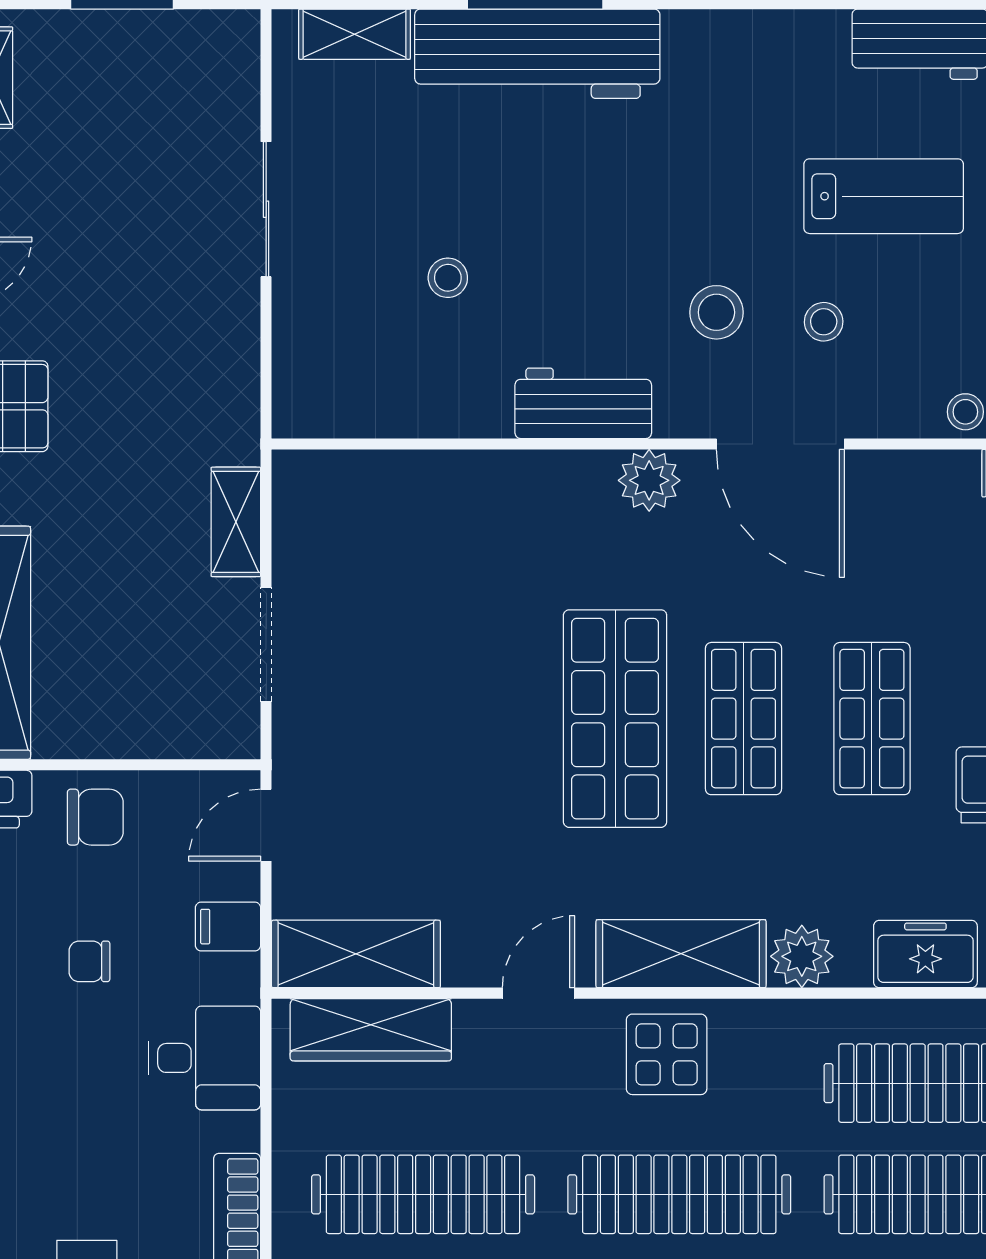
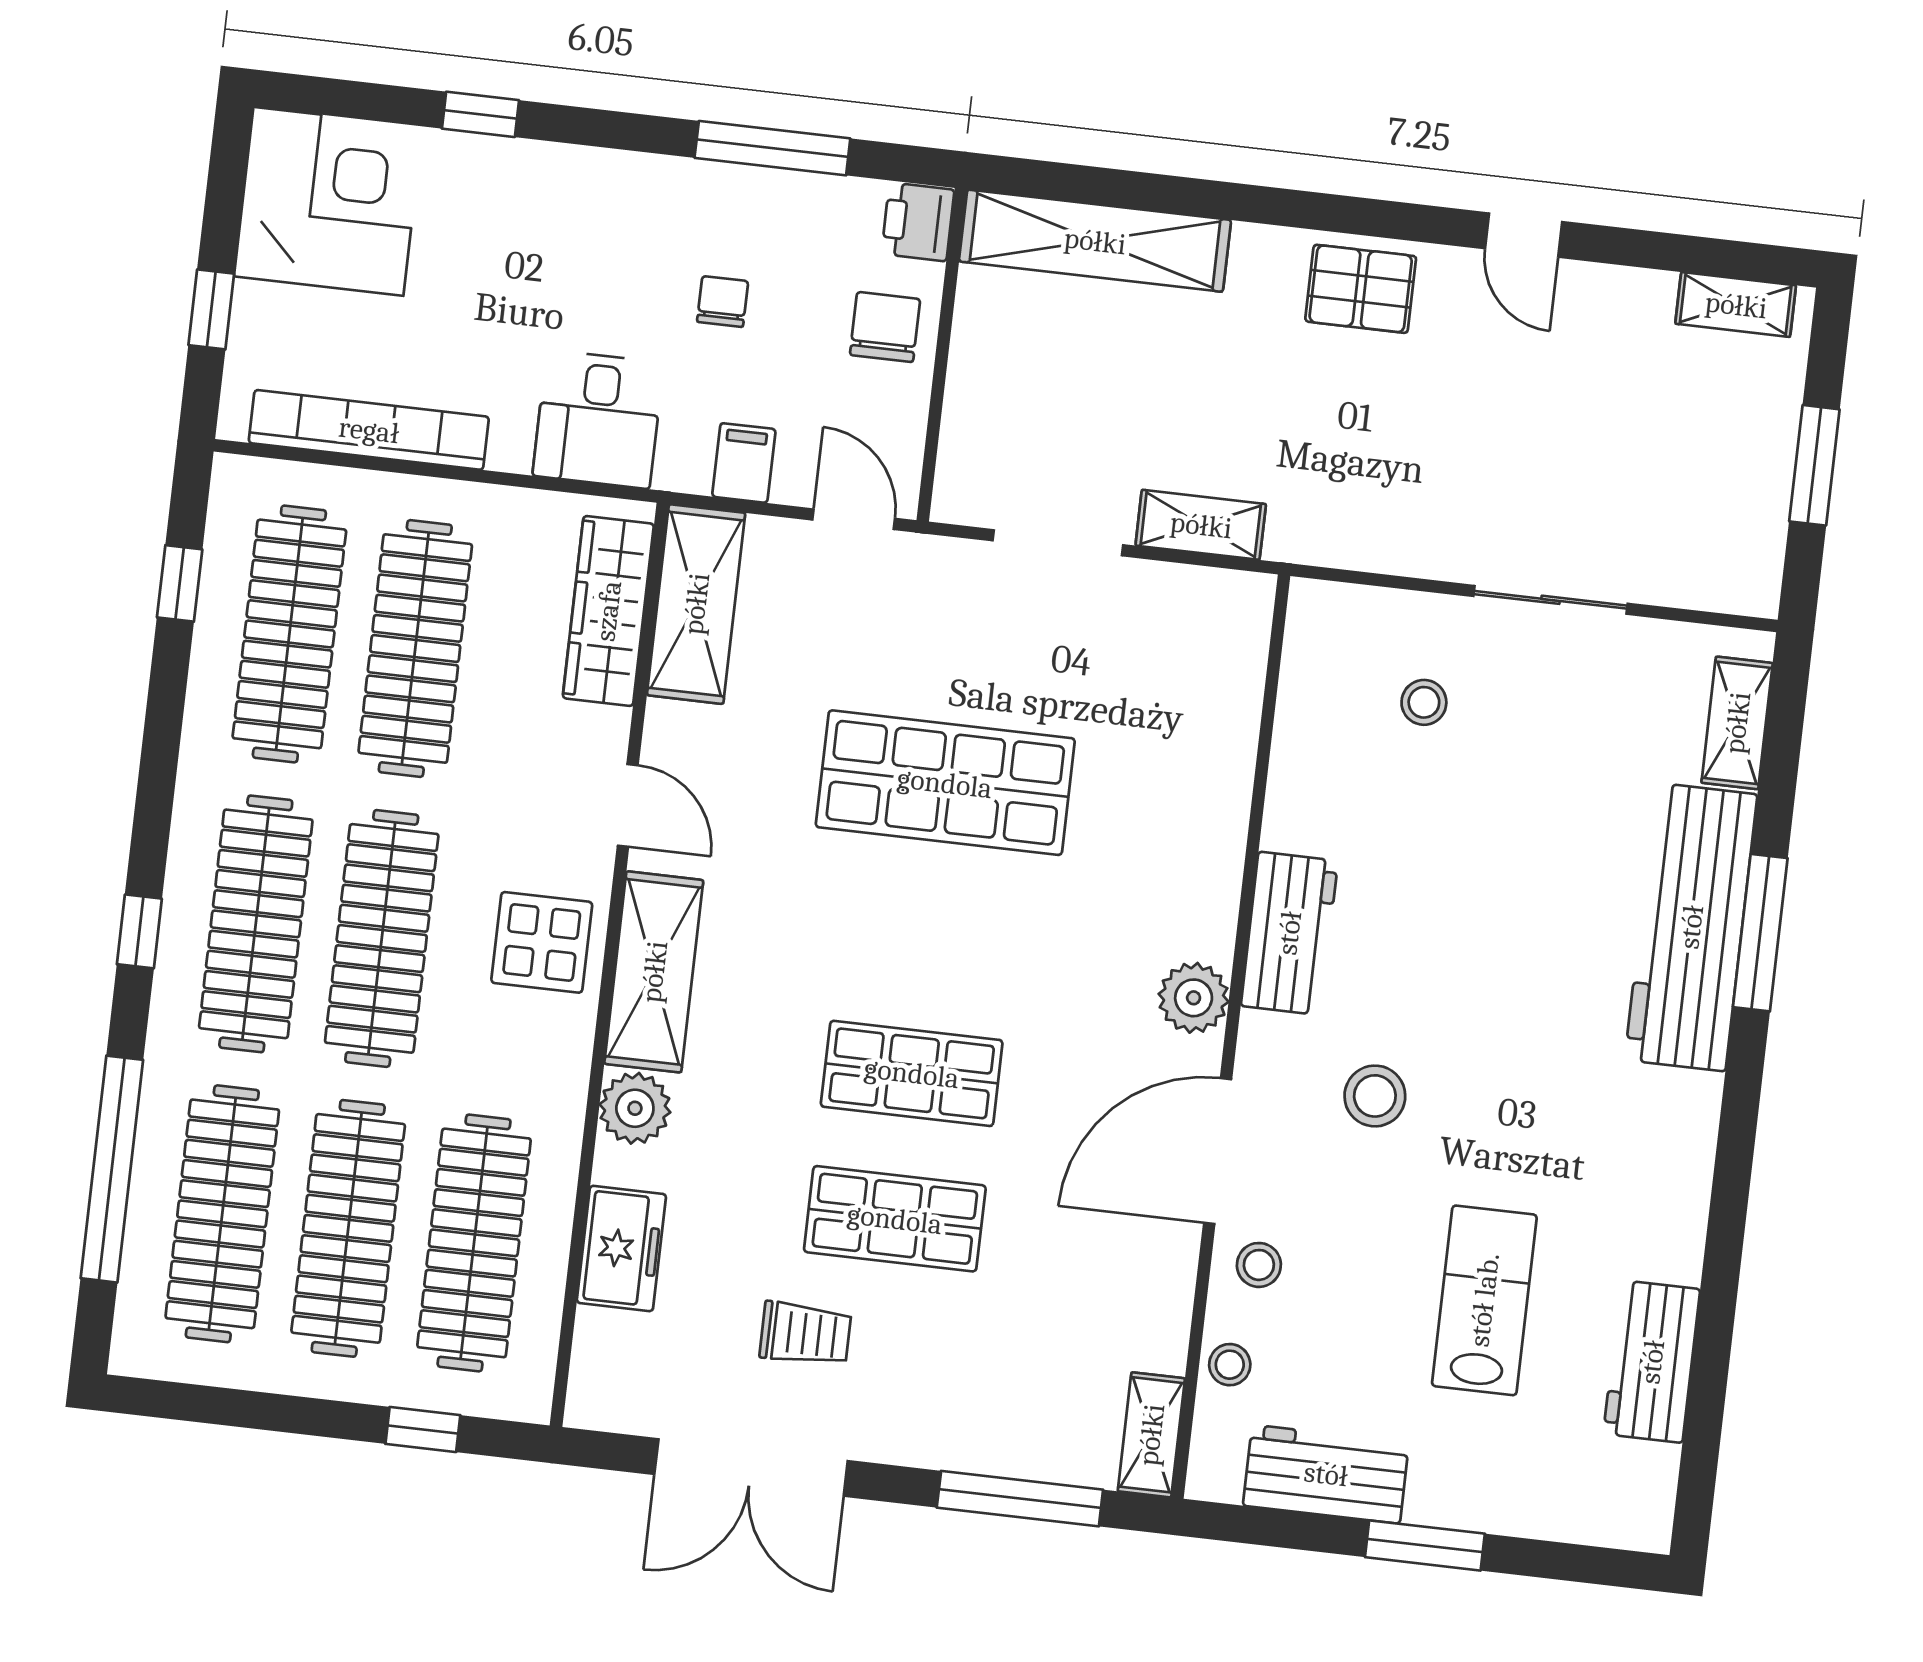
lab bench: (884, 196) -> (1484, 1300), turned 180
stool: (448, 278) -> (1424, 702), moved
stool: (824, 322) -> (1259, 1265), moved
shop shelf: (615, 719) -> (945, 783), moved
chair: (95, 817) -> (885, 327), turned 180

